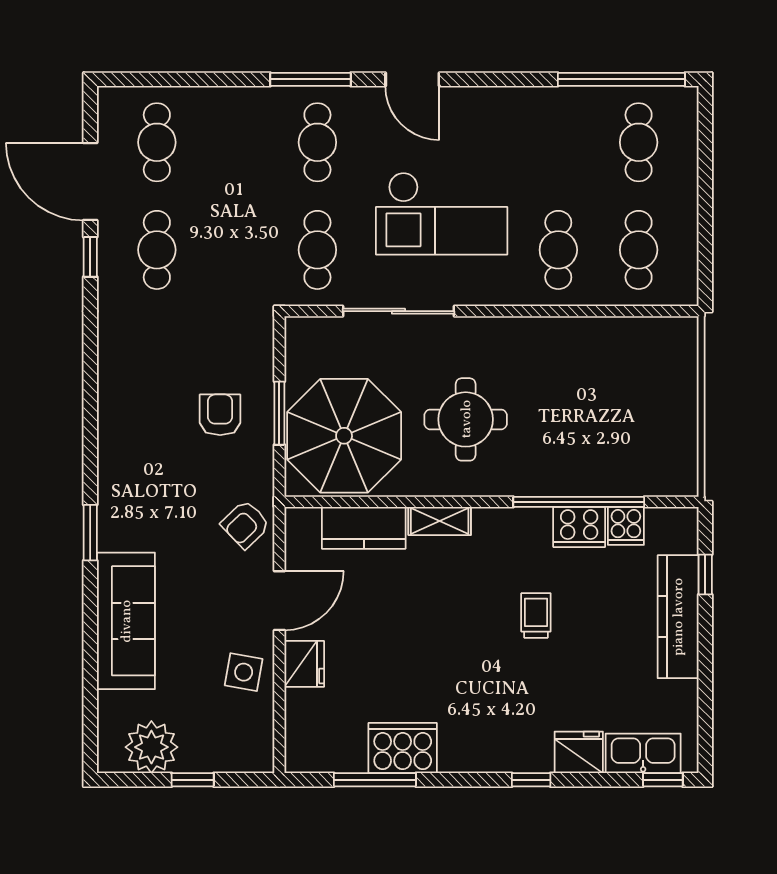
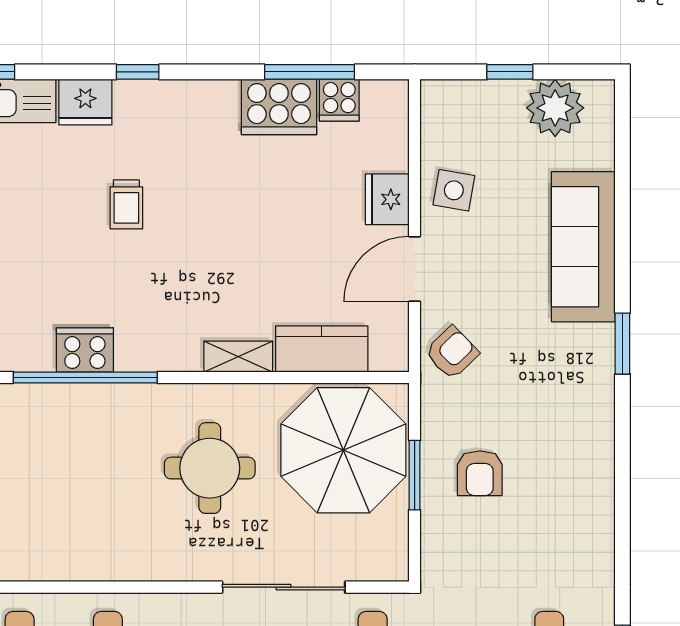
cooker: (626, 526) -> (339, 100), moved, turned 180
trolley: (536, 615) -> (126, 204), moved

